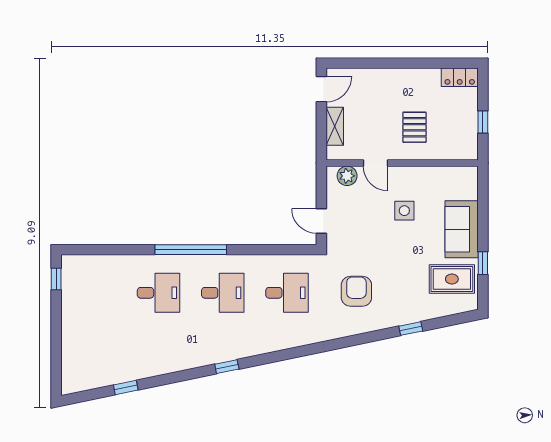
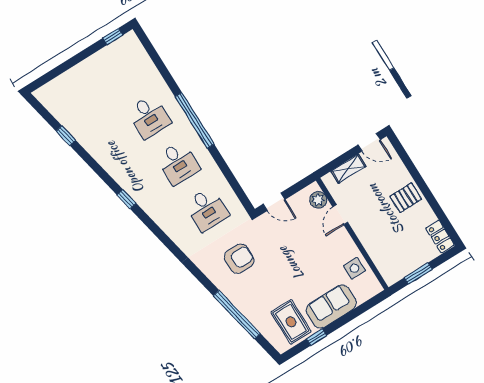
window: (483, 122) -> (418, 274), width x1.50
pallet: (415, 127) -> (406, 198), moved
side table: (404, 211) -> (354, 268), moved
door: (321, 221) -> (274, 202), swing flipped
window: (411, 329) -> (237, 315), width x3.17

